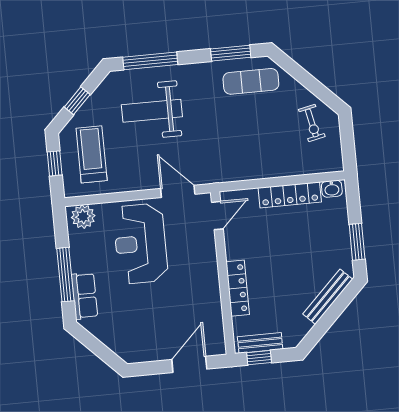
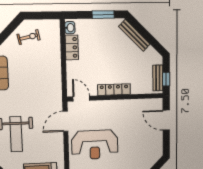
locker: (290, 195) -> (72, 47), width x0.66
locker: (238, 288) -> (114, 90), moved

